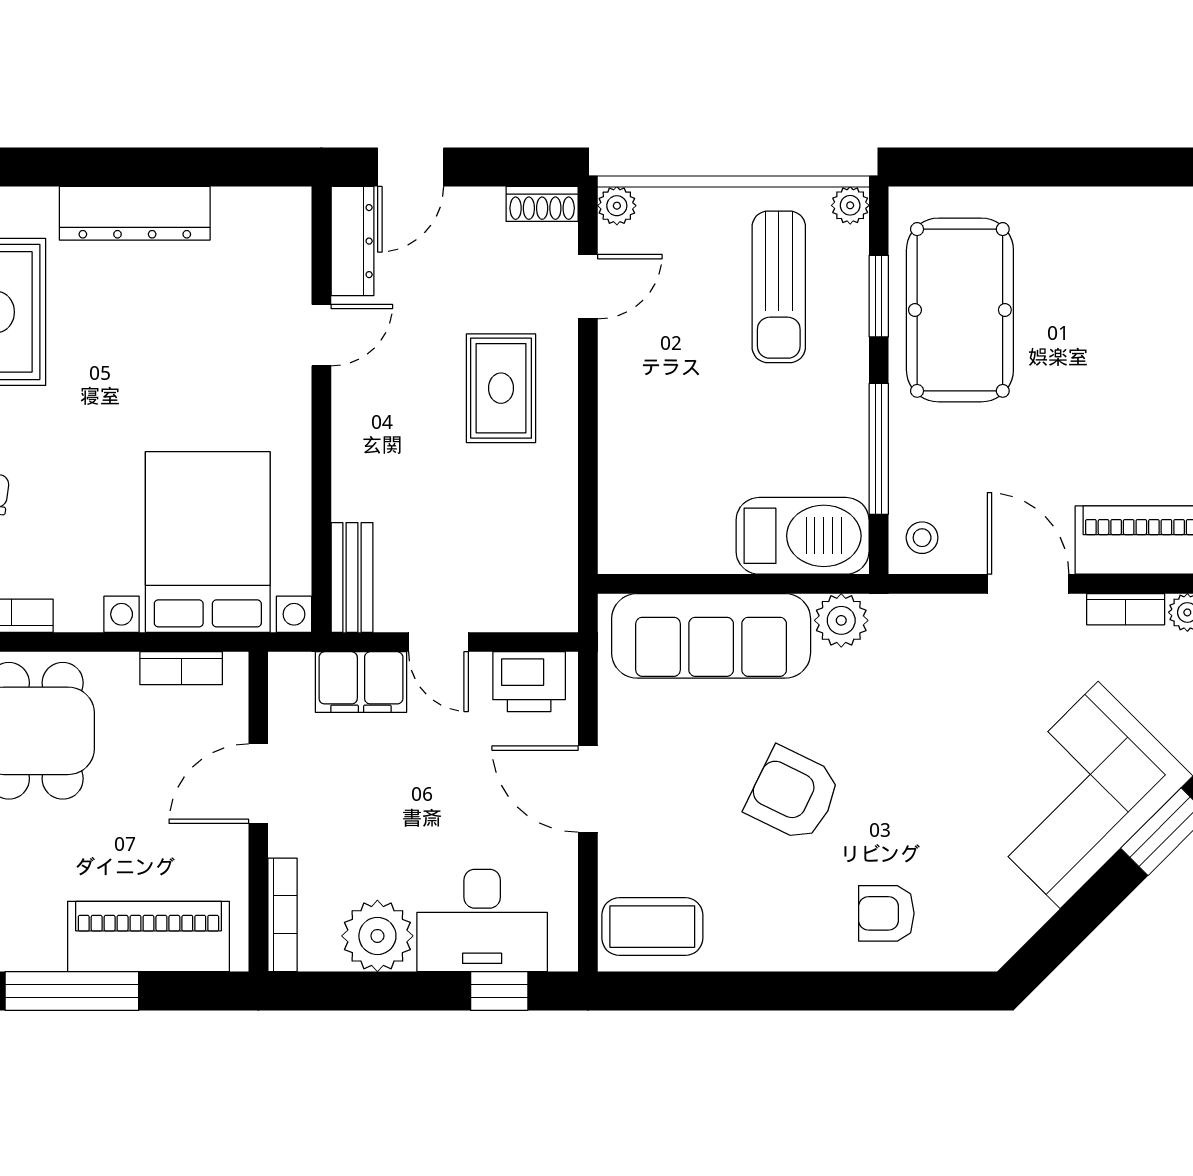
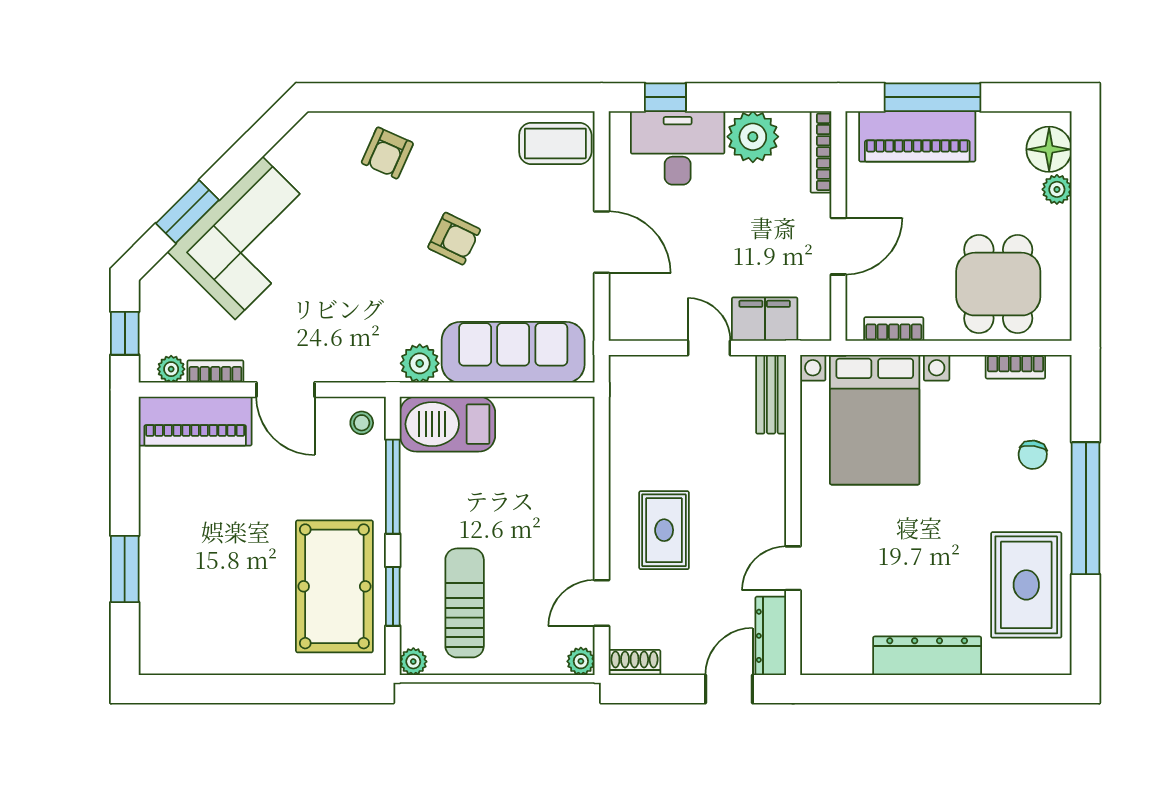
printer: (529, 682) -> (644, 319), removed
armchair: (793, 794) -> (454, 239), width x0.72, depth x0.72
armchair: (886, 913) -> (387, 153), turned 114
window: (72, 991) -> (933, 97), moved

